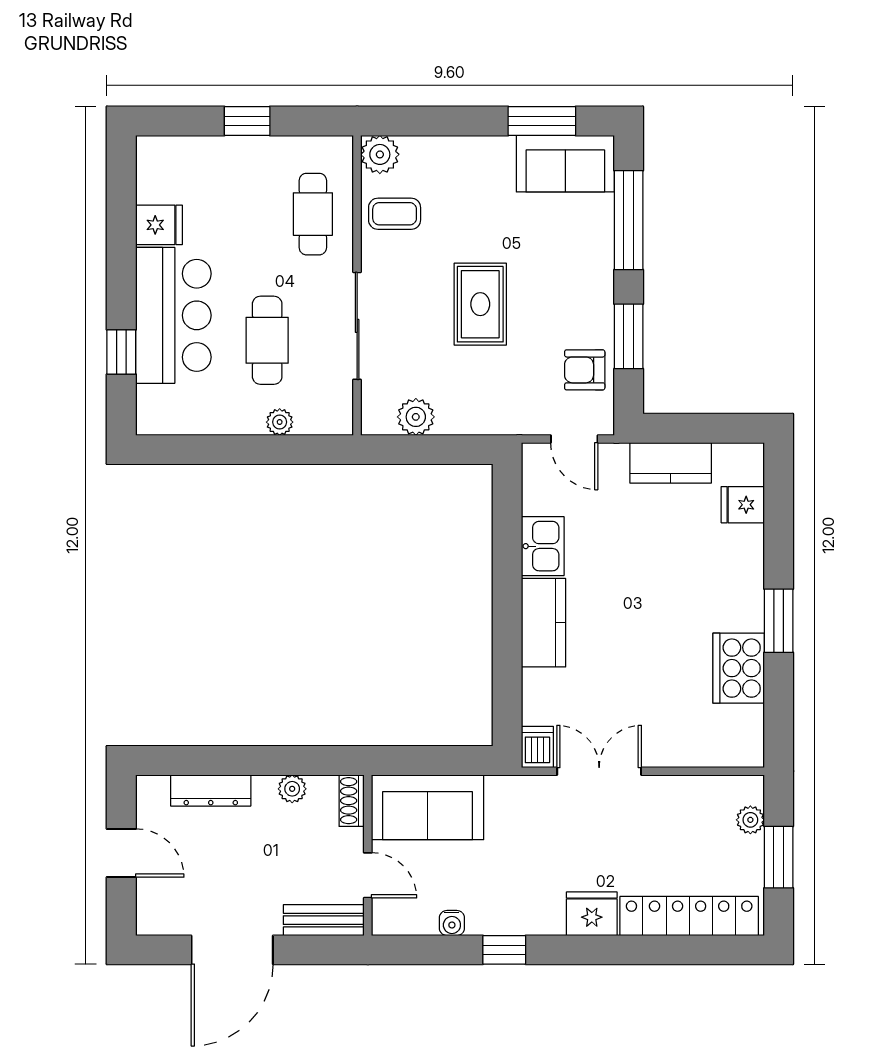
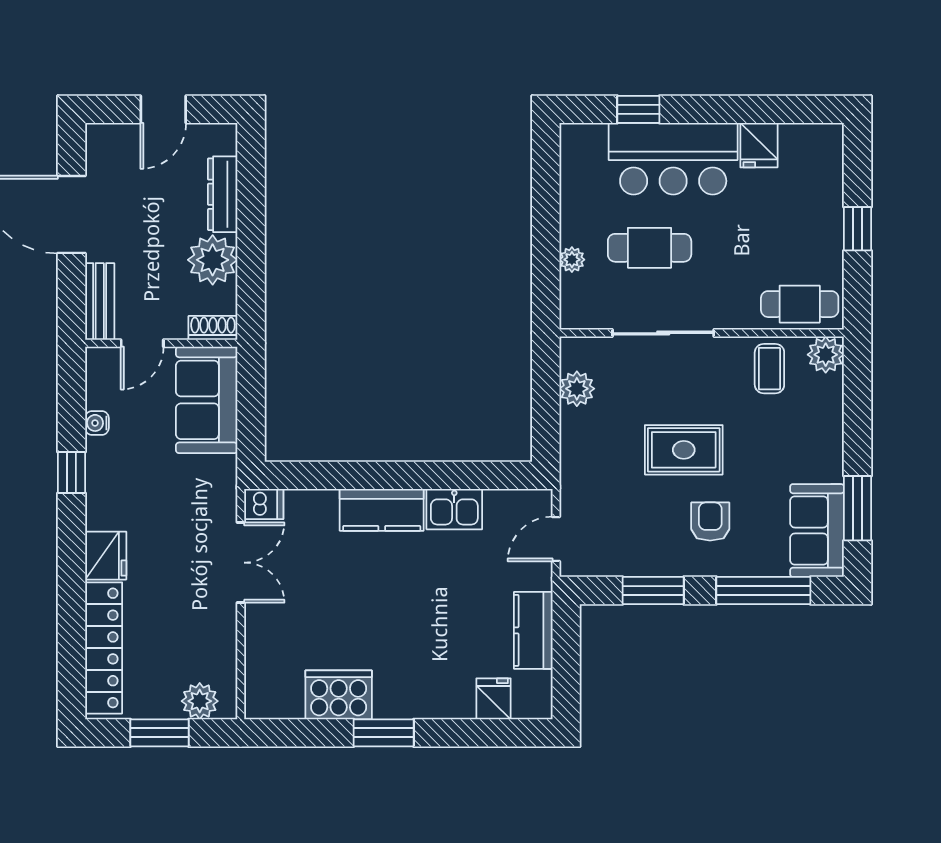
cafe table: (313, 214) -> (800, 304), moved
armchair: (585, 370) -> (710, 522), moved
plant: (292, 789) -> (213, 260), width x1.87, depth x1.87
plant: (750, 820) -> (200, 701), width x1.38, depth x1.38

